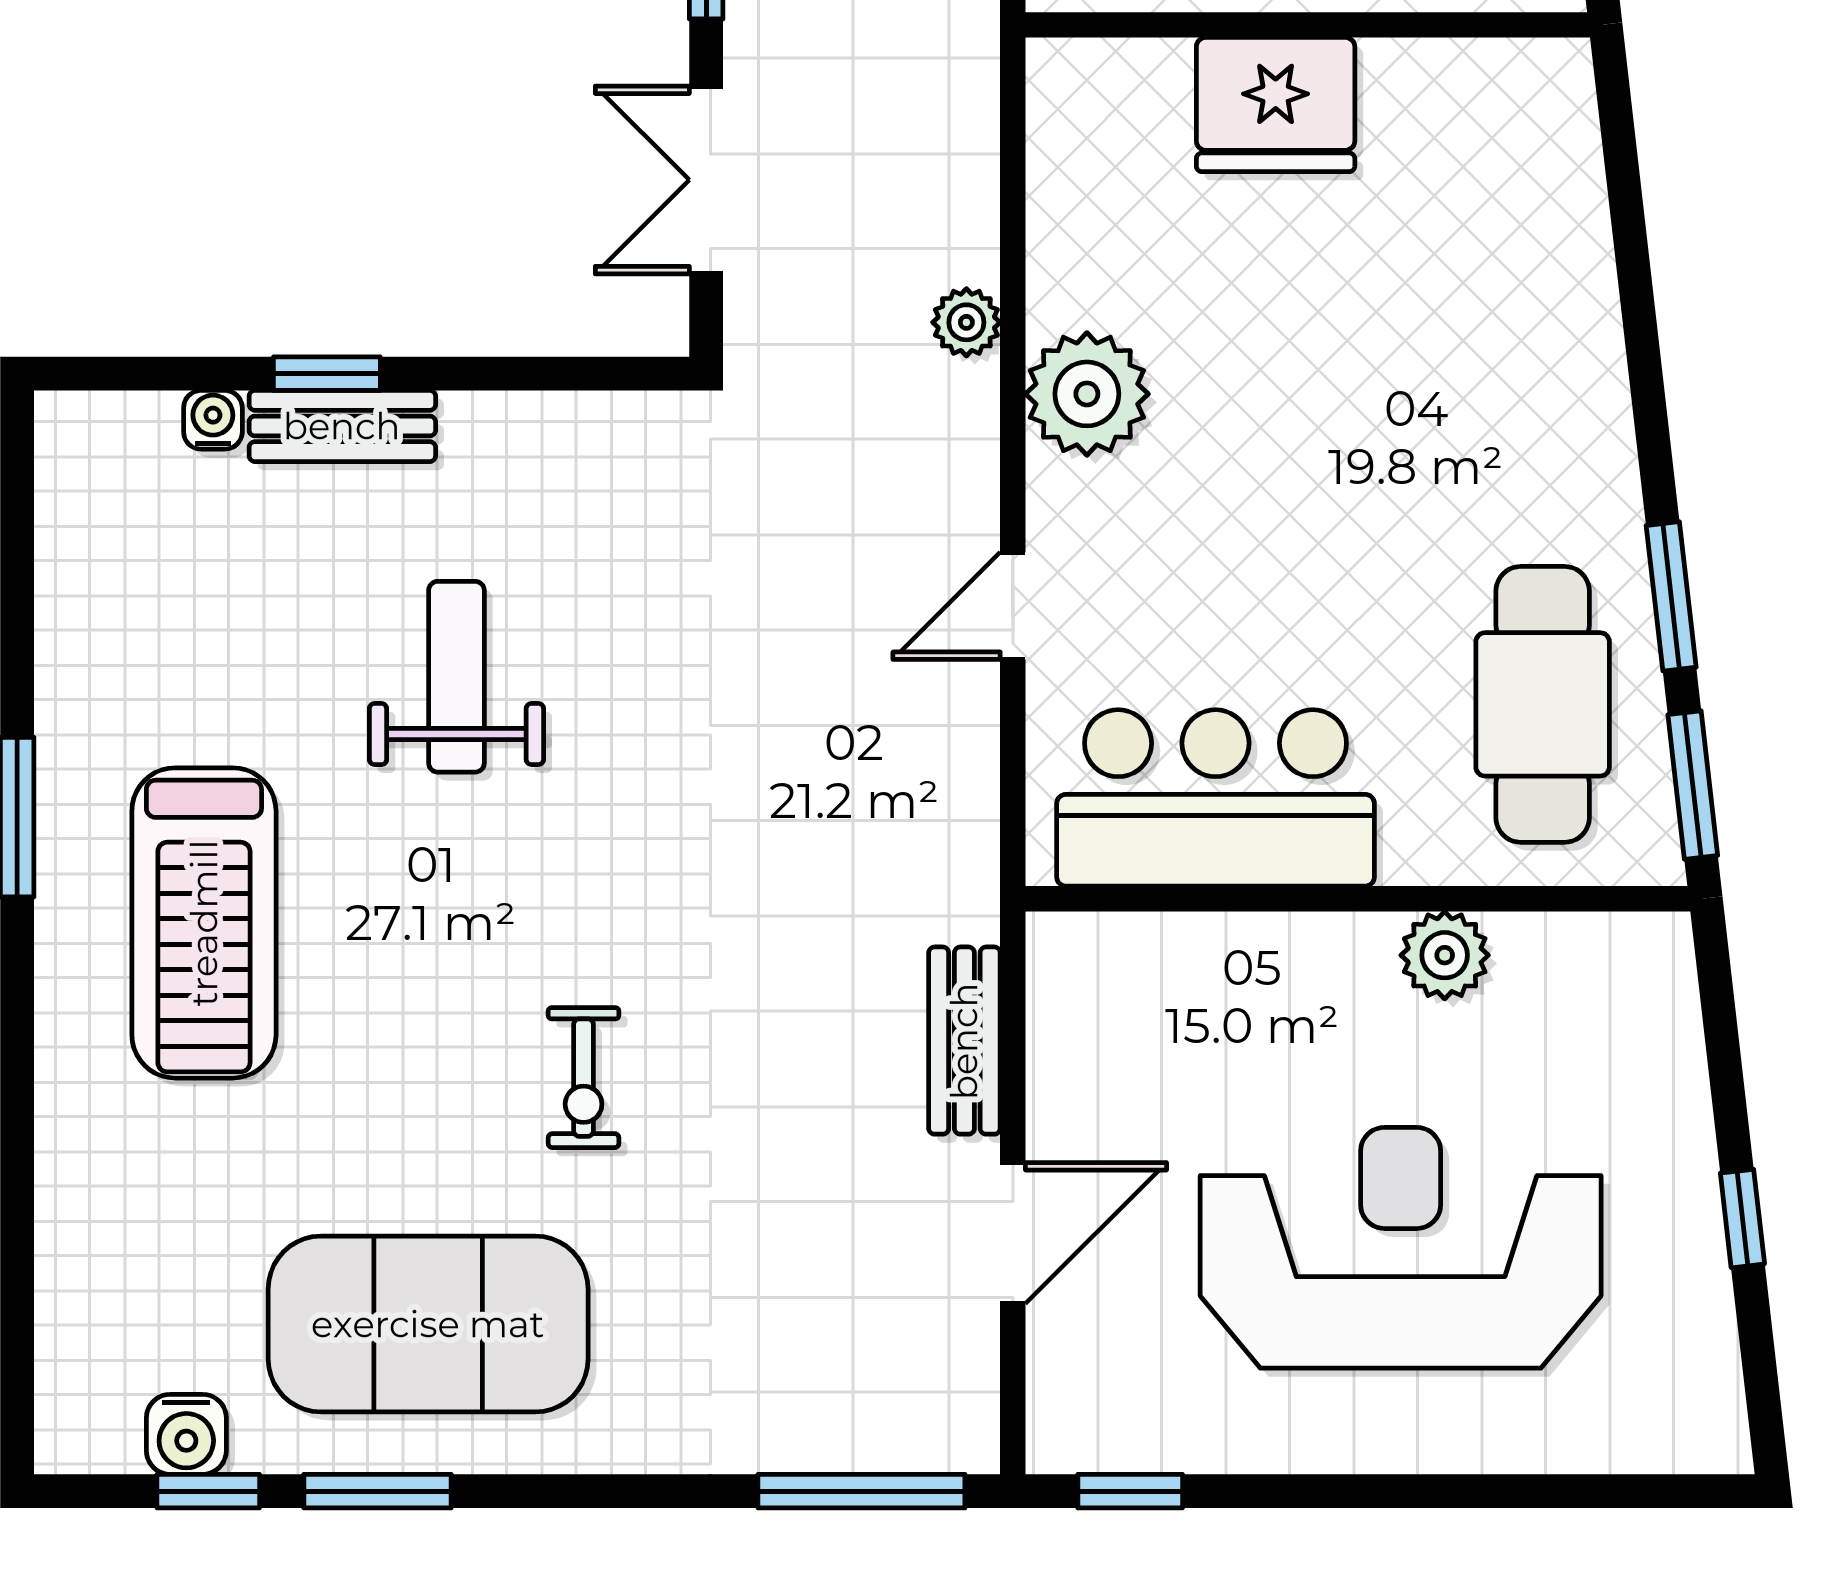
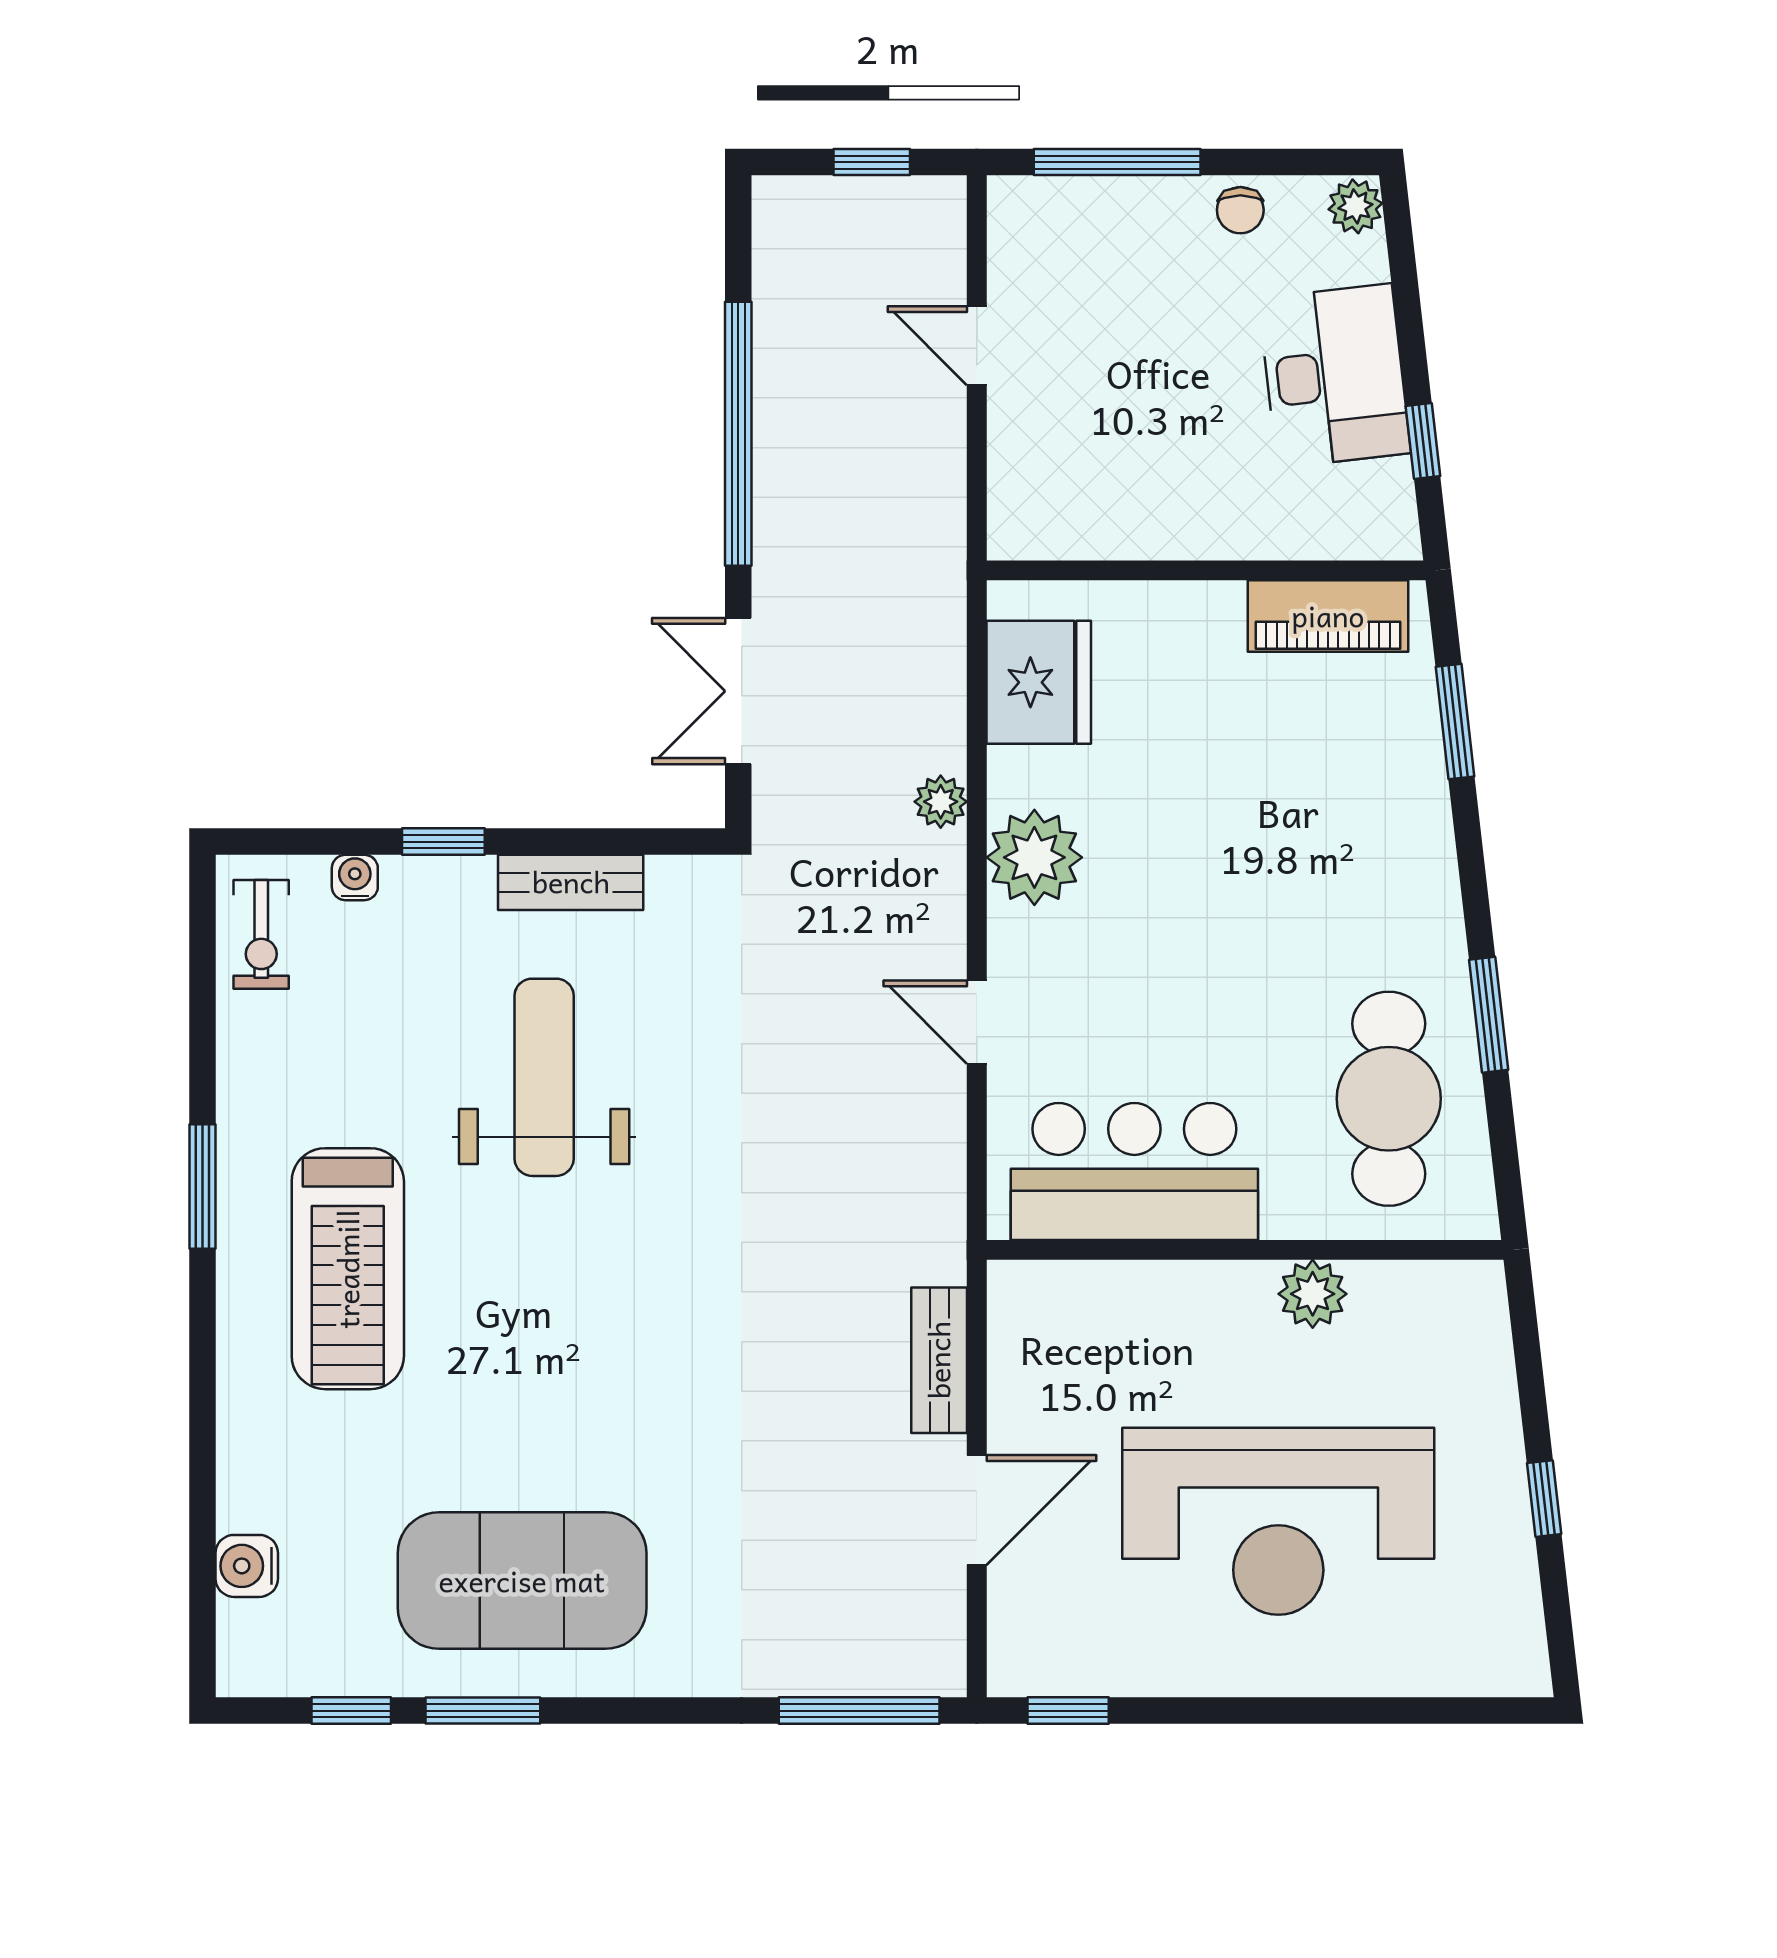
piano: (1465, 84) -> (1328, 616), added
fridge: (1276, 105) -> (1039, 682), moved, turned -90
bench: (342, 426) -> (571, 882), moved
door: (1013, 606) -> (977, 1022), hinge flipped
weight bench: (456, 677) -> (544, 1077), width x1.36, depth x1.33
window: (1693, 785) -> (1455, 722), moved
exercise bike: (584, 1078) -> (261, 934), moved
reception desk: (1401, 1248) -> (1278, 1521), turned 180
water cooler: (186, 1434) -> (247, 1566), moved, turned 90

